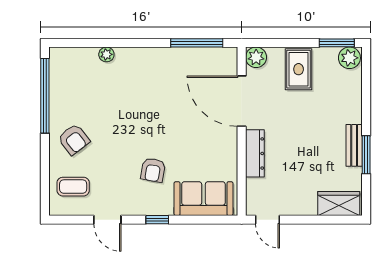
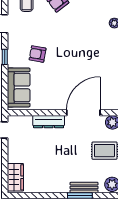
bench: (354, 145) -> (84, 188), moved
window: (366, 155) -> (80, 195), moved

